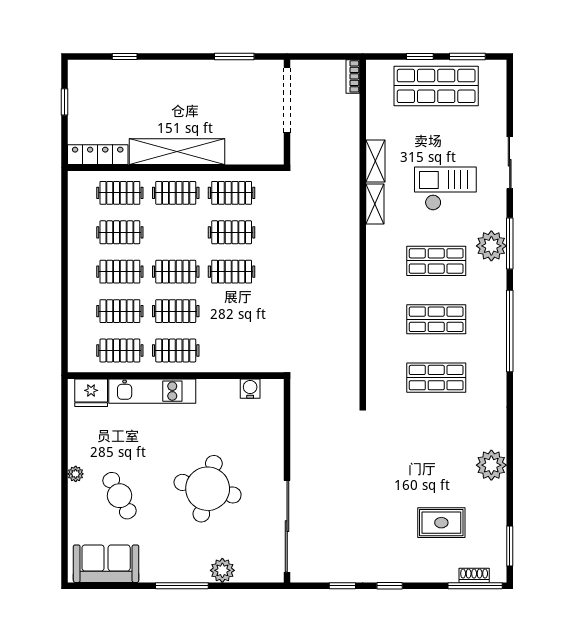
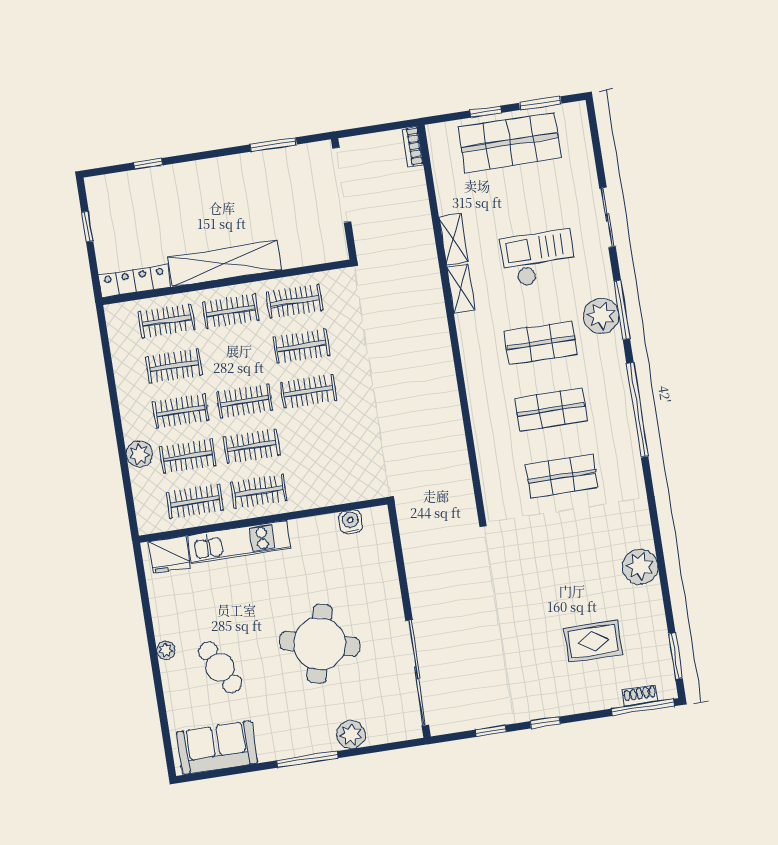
plant: (79, 303) -> (139, 454), added

